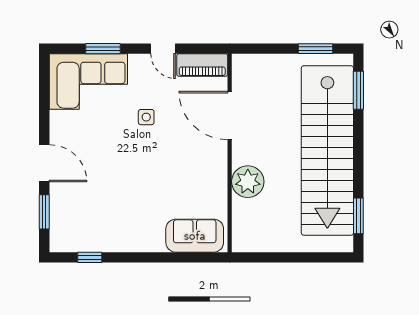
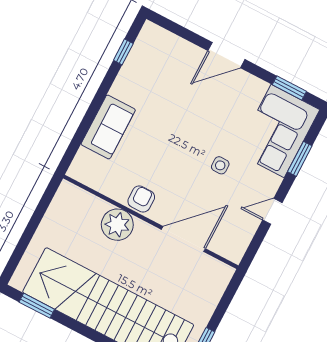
piano: (202, 65) -> (240, 238), removed
armchair: (214, 172) -> (141, 199), added
window: (44, 212) -> (289, 88), moved
sofa: (195, 236) -> (108, 127), moved

